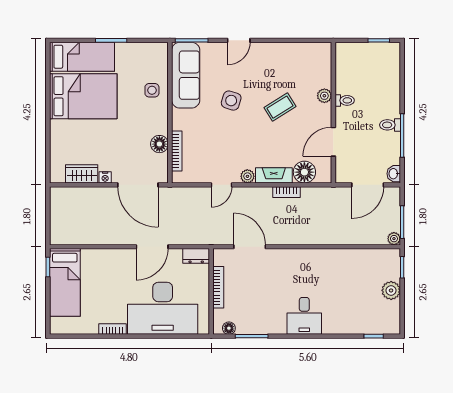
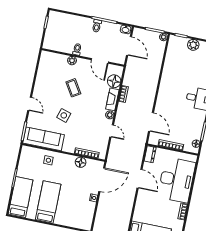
bed: (83, 96) -> (48, 202), width x0.67
wardrobe: (82, 174) -> (89, 211), removed
door: (250, 247) -> (151, 122), swing flipped

